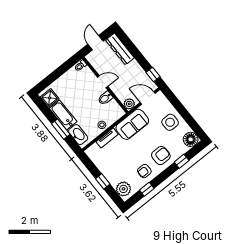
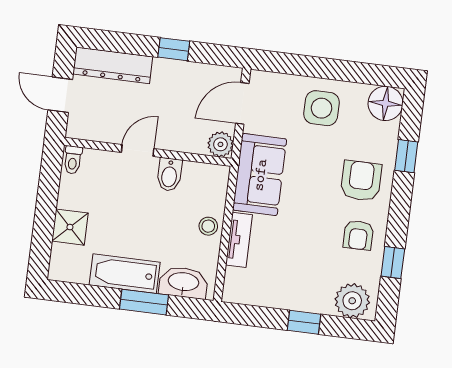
window: (153, 74) -> (174, 49), moved
shower: (50, 98) -> (70, 227), moved

